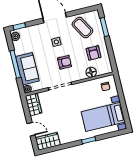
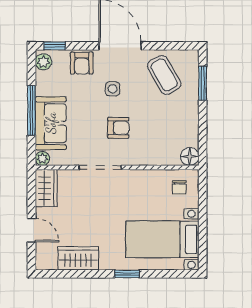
armchair: (94, 53) -> (82, 63), moved
floor lamp: (91, 72) -> (190, 156), moved
wardrobe: (48, 141) -> (78, 258), moved

